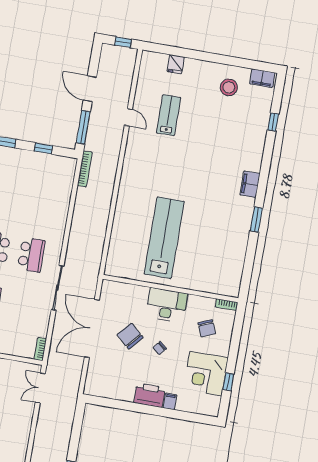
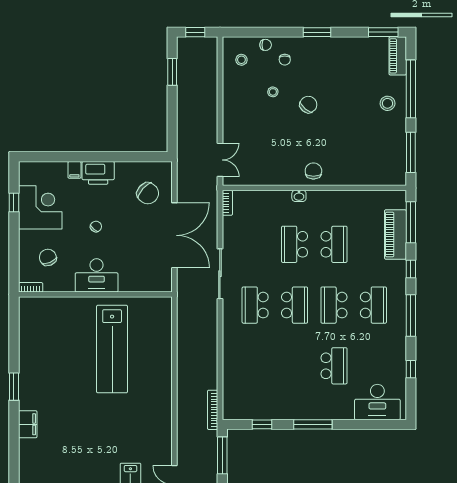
chair: (130, 336) -> (148, 193), moved

